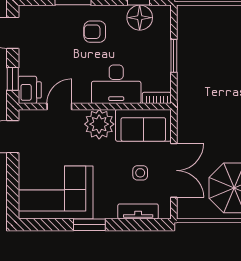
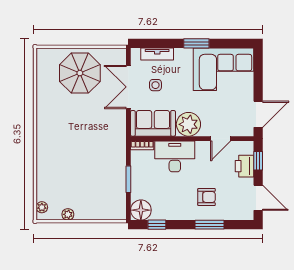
floor lamp: (140, 18) -> (141, 210), moved
armchair: (95, 32) -> (207, 197), moved
printer: (30, 90) -> (244, 166), moved

